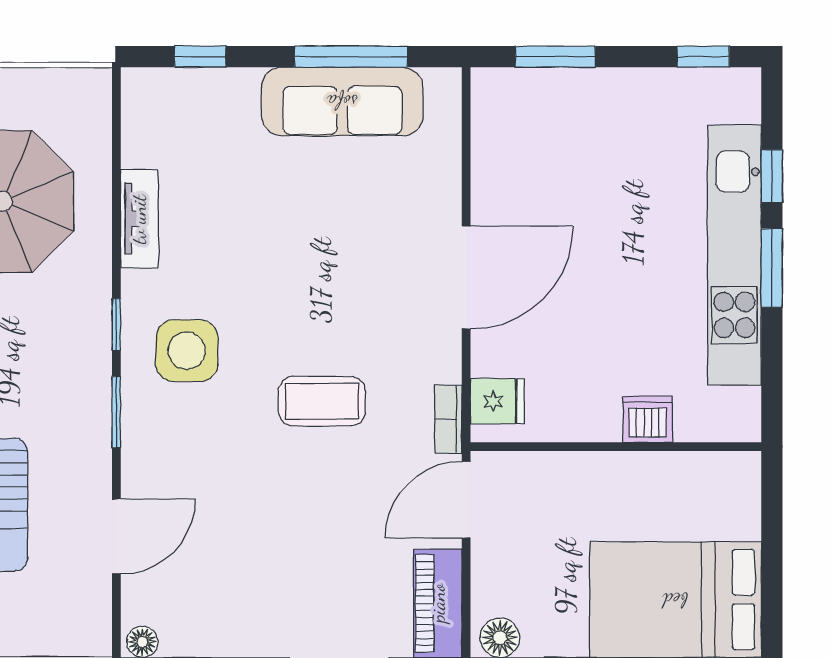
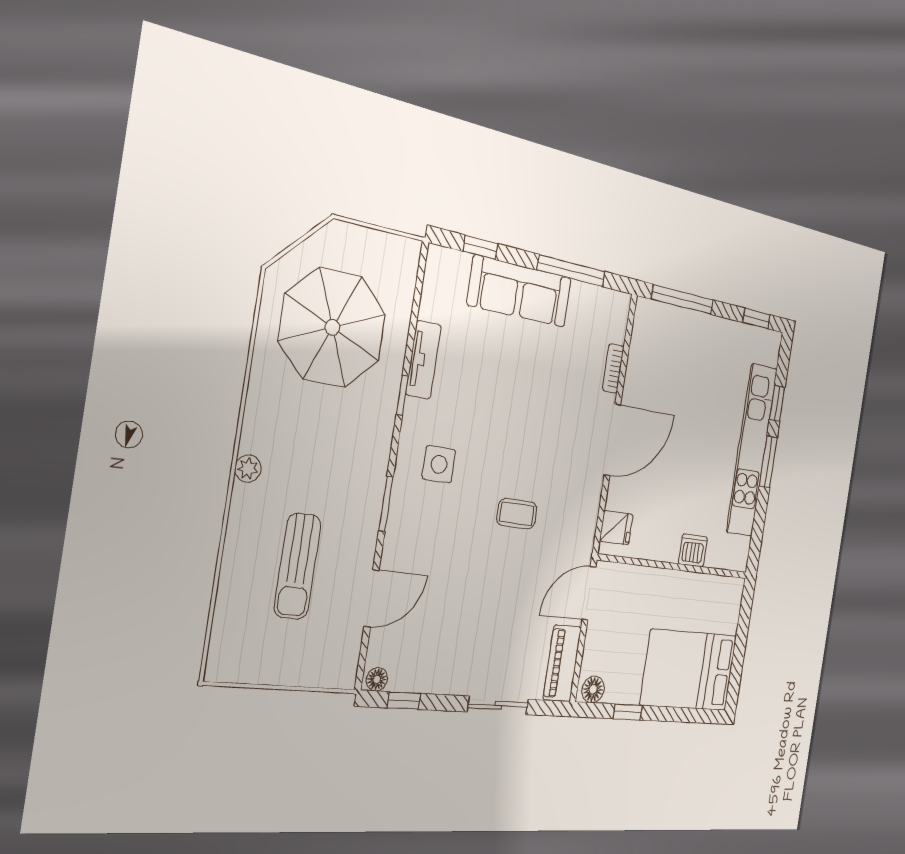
window: (555, 57) -> (683, 299), width x1.44
sofa: (342, 102) -> (520, 291), moved
window: (116, 324) -> (402, 395), moved
side table: (187, 351) -> (439, 464), width x0.73, depth x0.73
coffee table: (322, 401) -> (517, 514), width x0.73, depth x0.77
bookcase: (448, 419) -> (613, 368), moved

